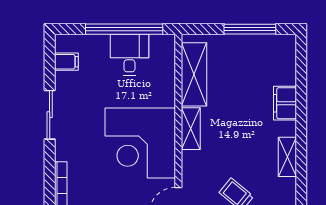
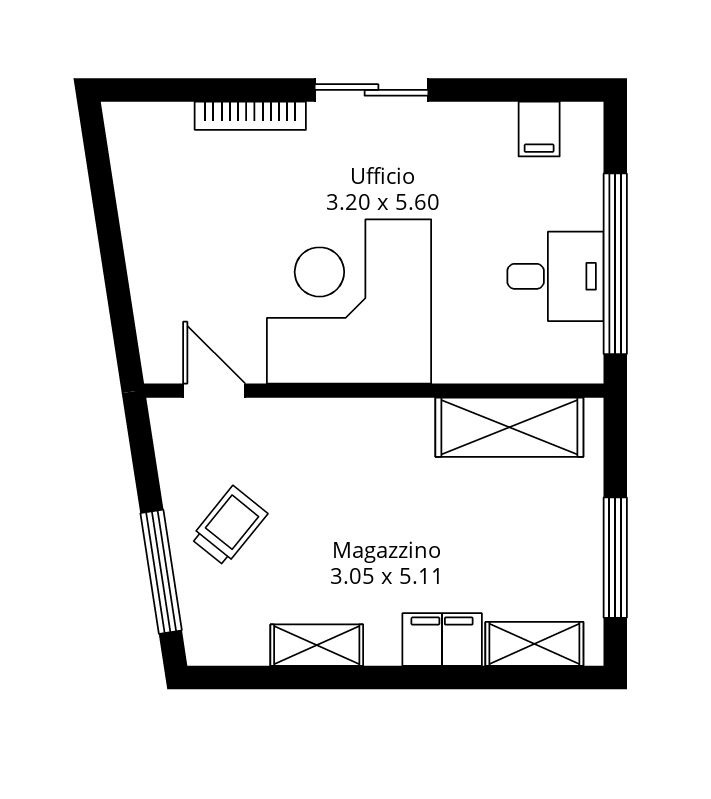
sliding door: (50, 115) -> (371, 90), moved
shelving: (191, 129) -> (534, 644), moved

